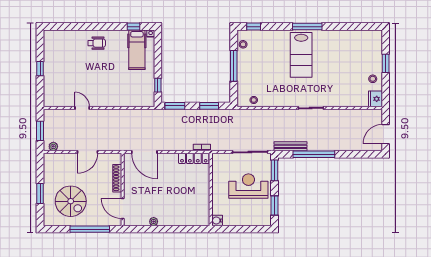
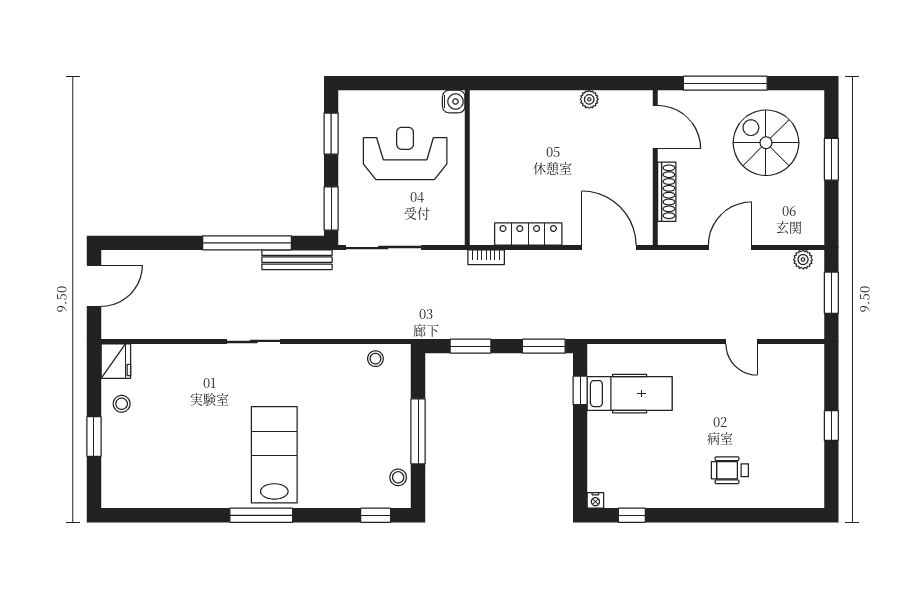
wheelchair: (97, 43) -> (730, 470), moved
hospital bed: (137, 50) -> (630, 394), moved, turned 90
locker: (194, 158) -> (528, 234), moved
reception desk: (248, 186) -> (405, 153), moved, turned 180

